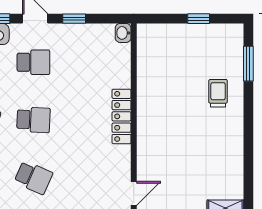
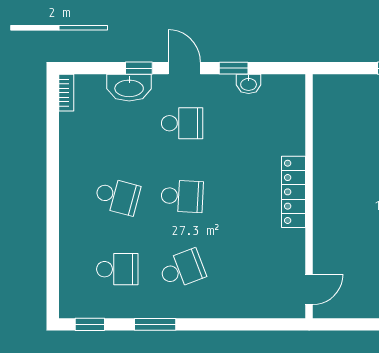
washbasin: (123, 33) -> (249, 84), moved, turned -90
school desk: (33, 177) -> (182, 269), turned -45

